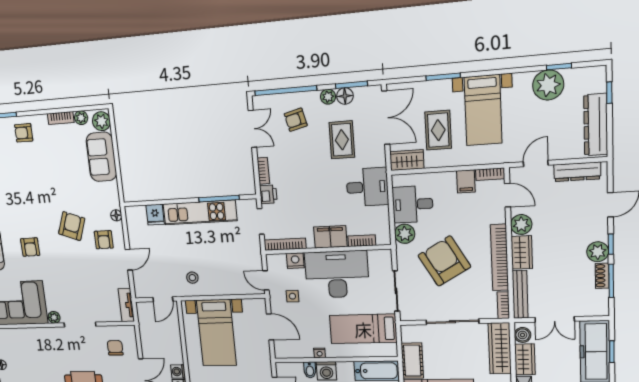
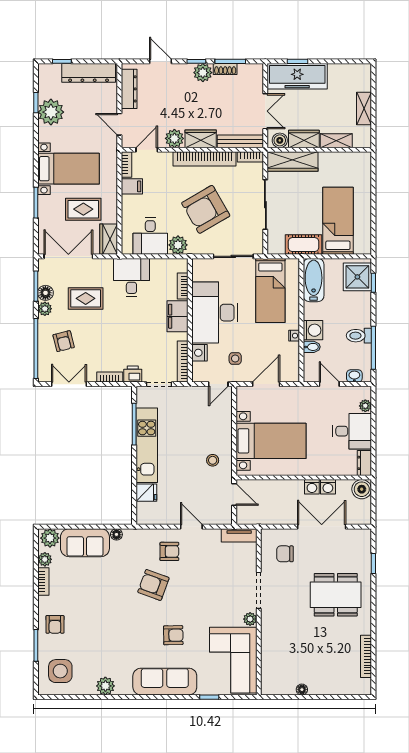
floor lamp: (116, 215) -> (116, 534), moved

